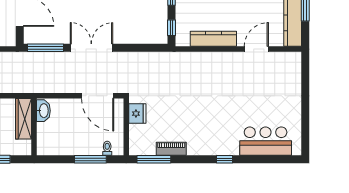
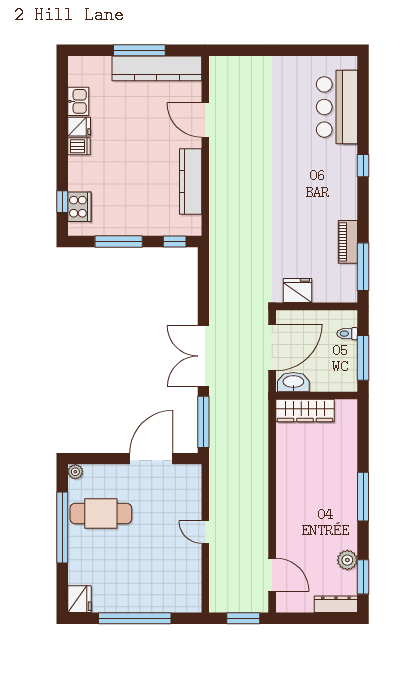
washbasin: (43, 111) -> (293, 382), moved
wardrobe: (24, 119) -> (305, 411), moved
wall: (34, 127) -> (317, 396), moved

